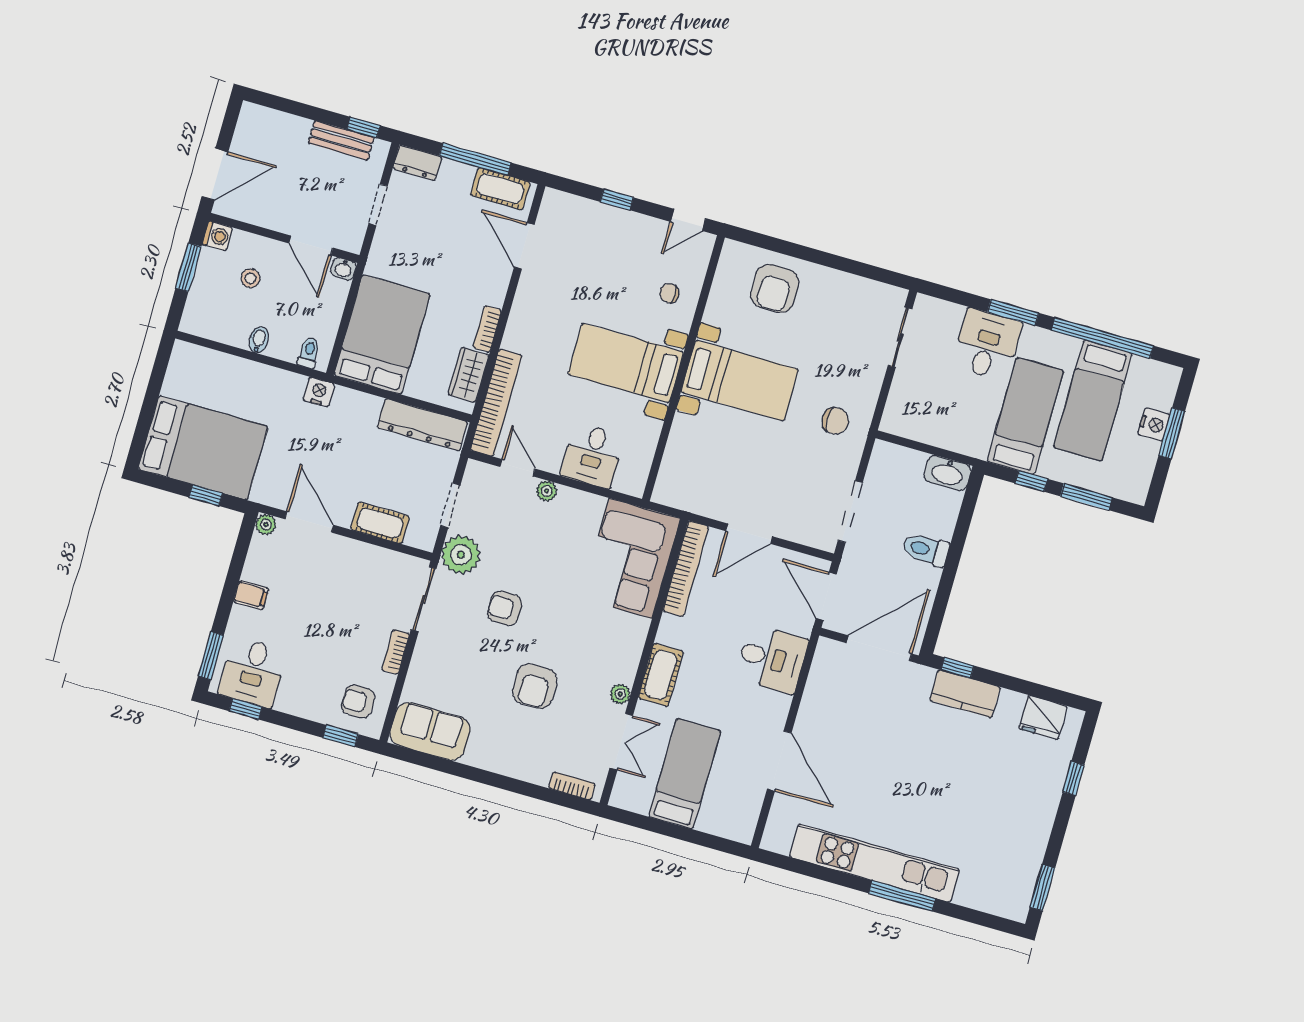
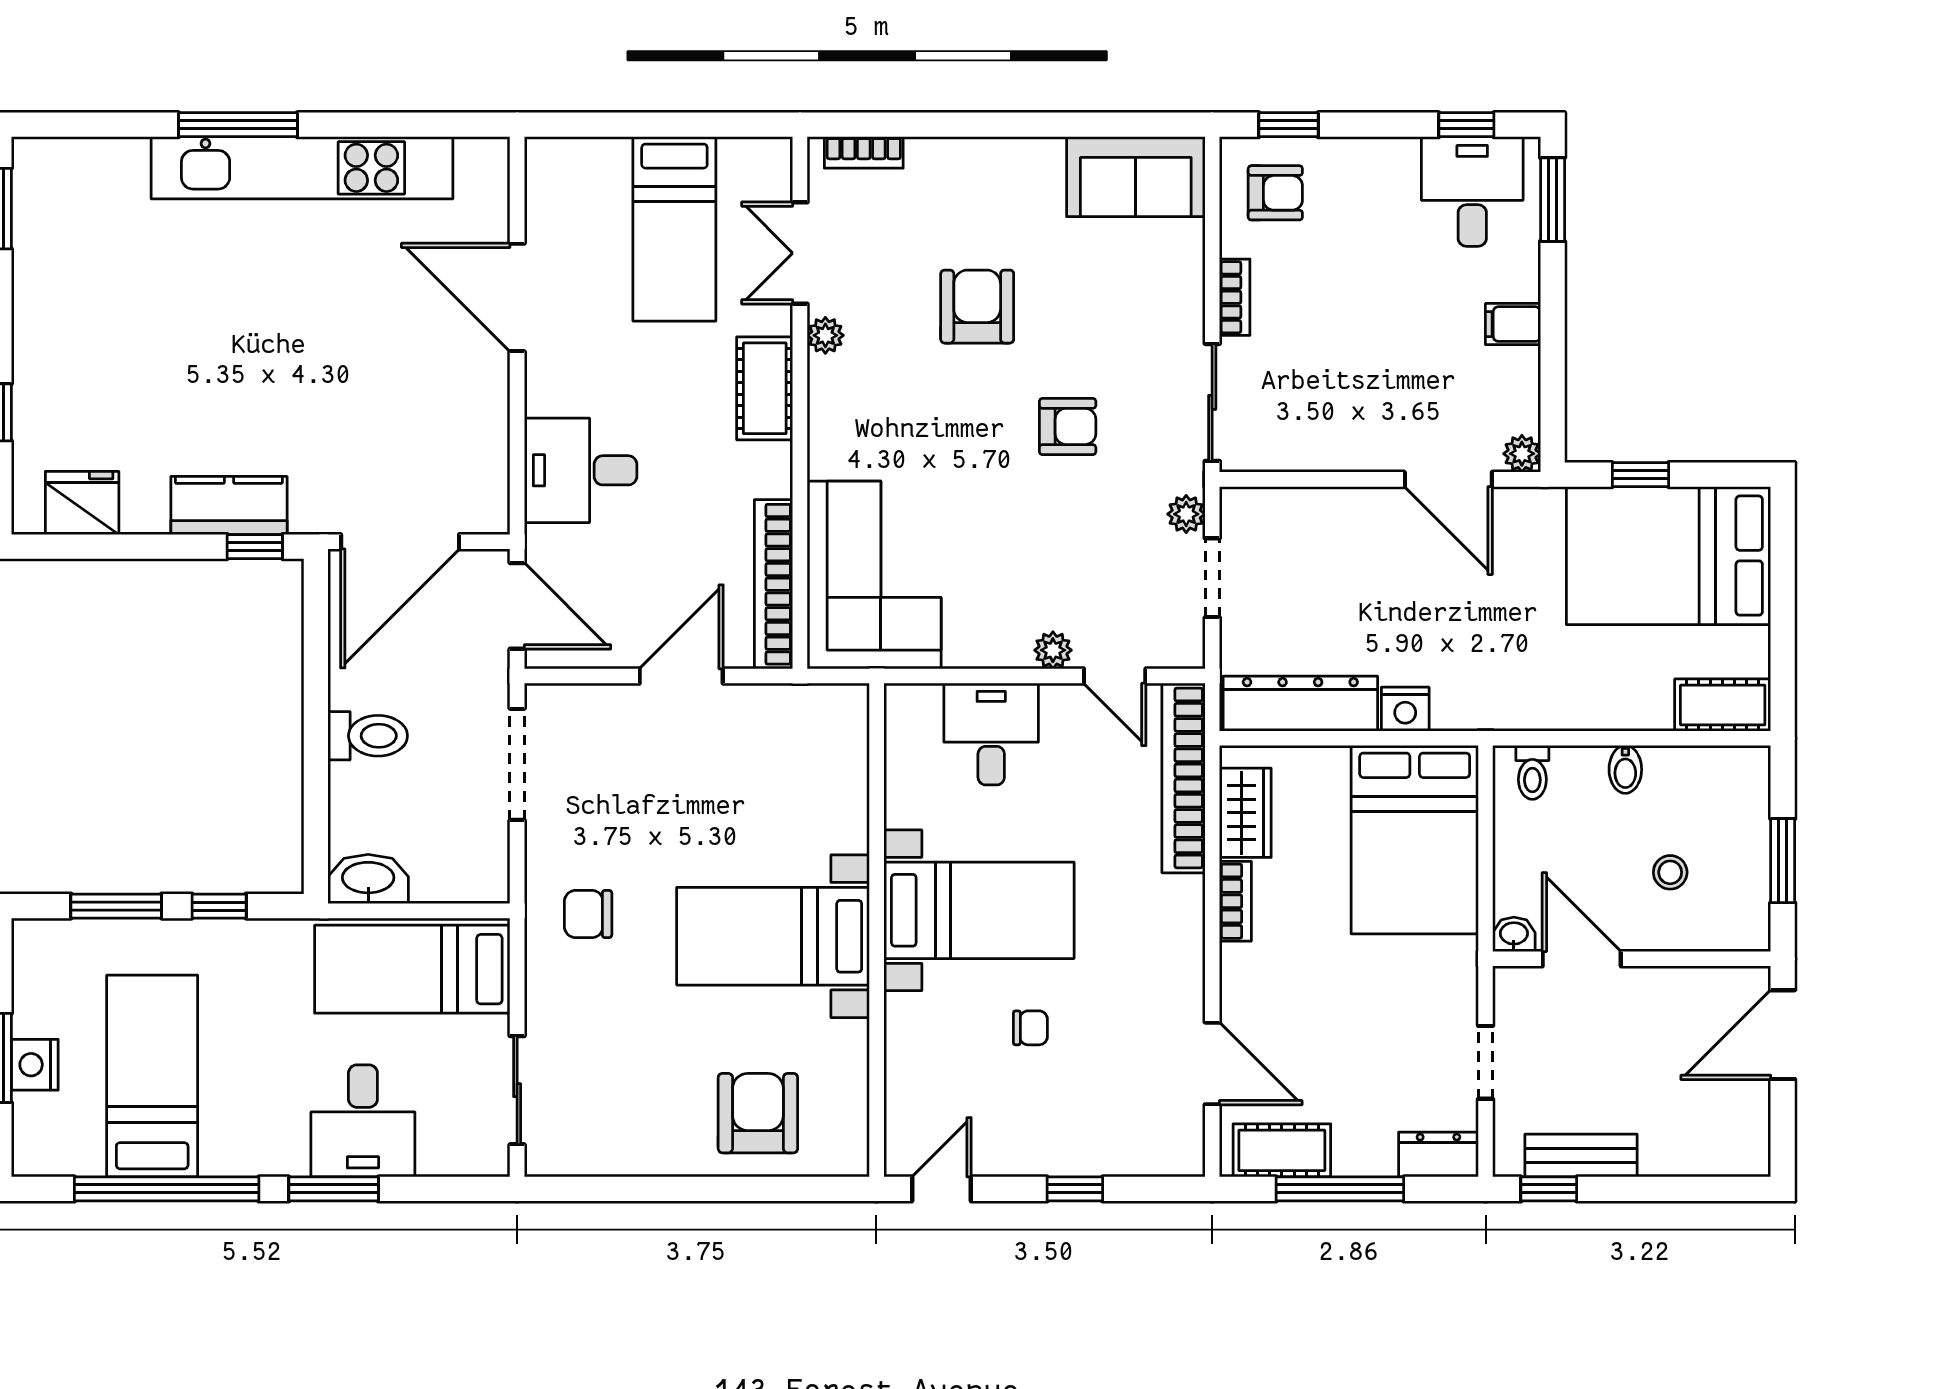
washing machine: (217, 236) -> (1748, 929), removed
chair: (669, 293) -> (1030, 1028), moved
nightstand: (319, 392) -> (1405, 709), moved
bed: (1025, 416) -> (412, 969), moved, turned 90
cot: (380, 523) -> (1723, 705), moved
plant: (461, 555) -> (1186, 514), width x0.53, depth x0.53

